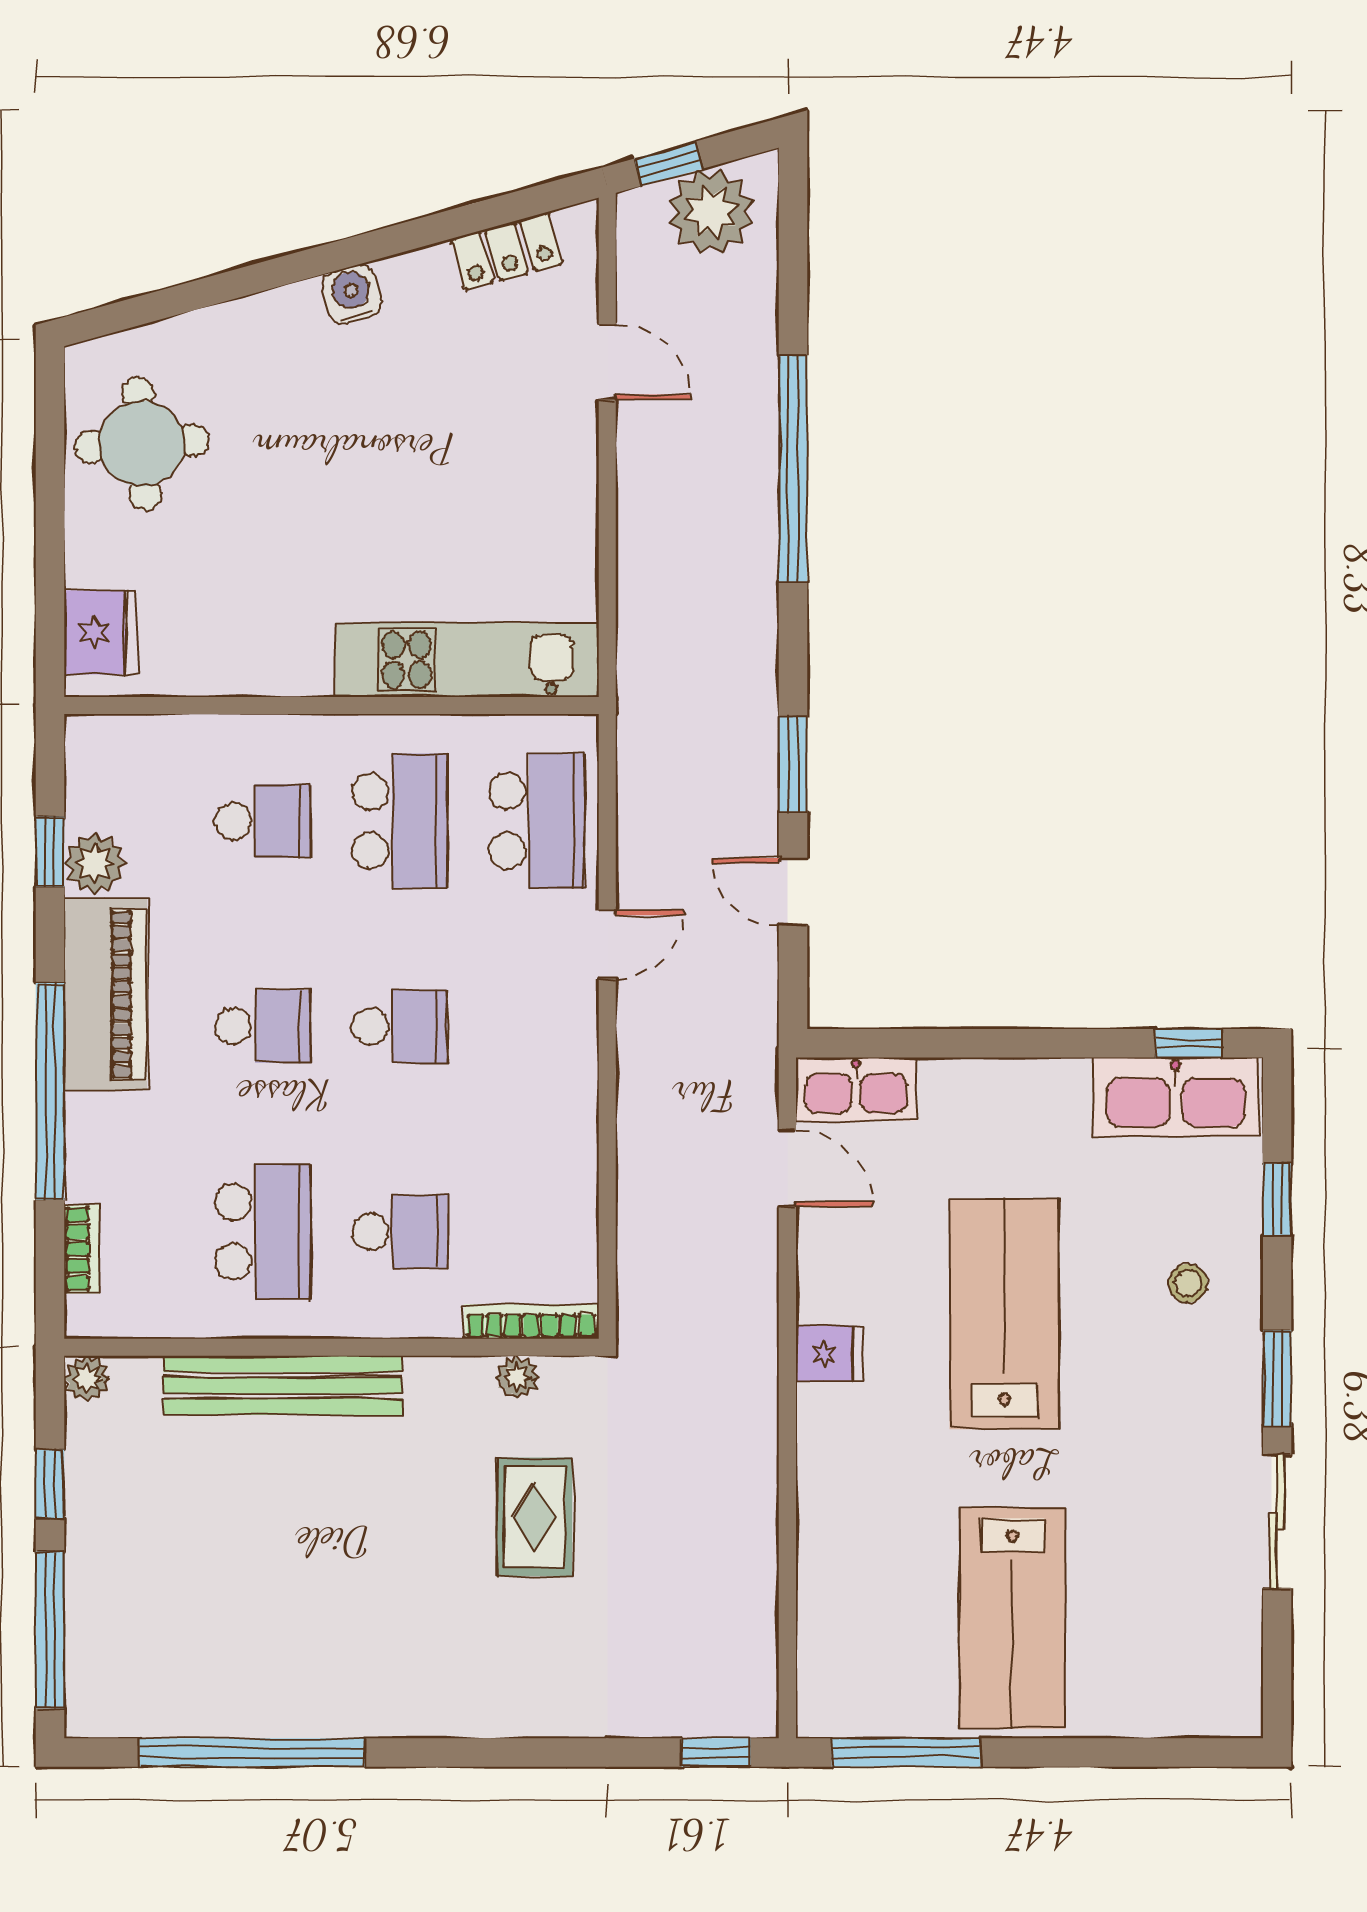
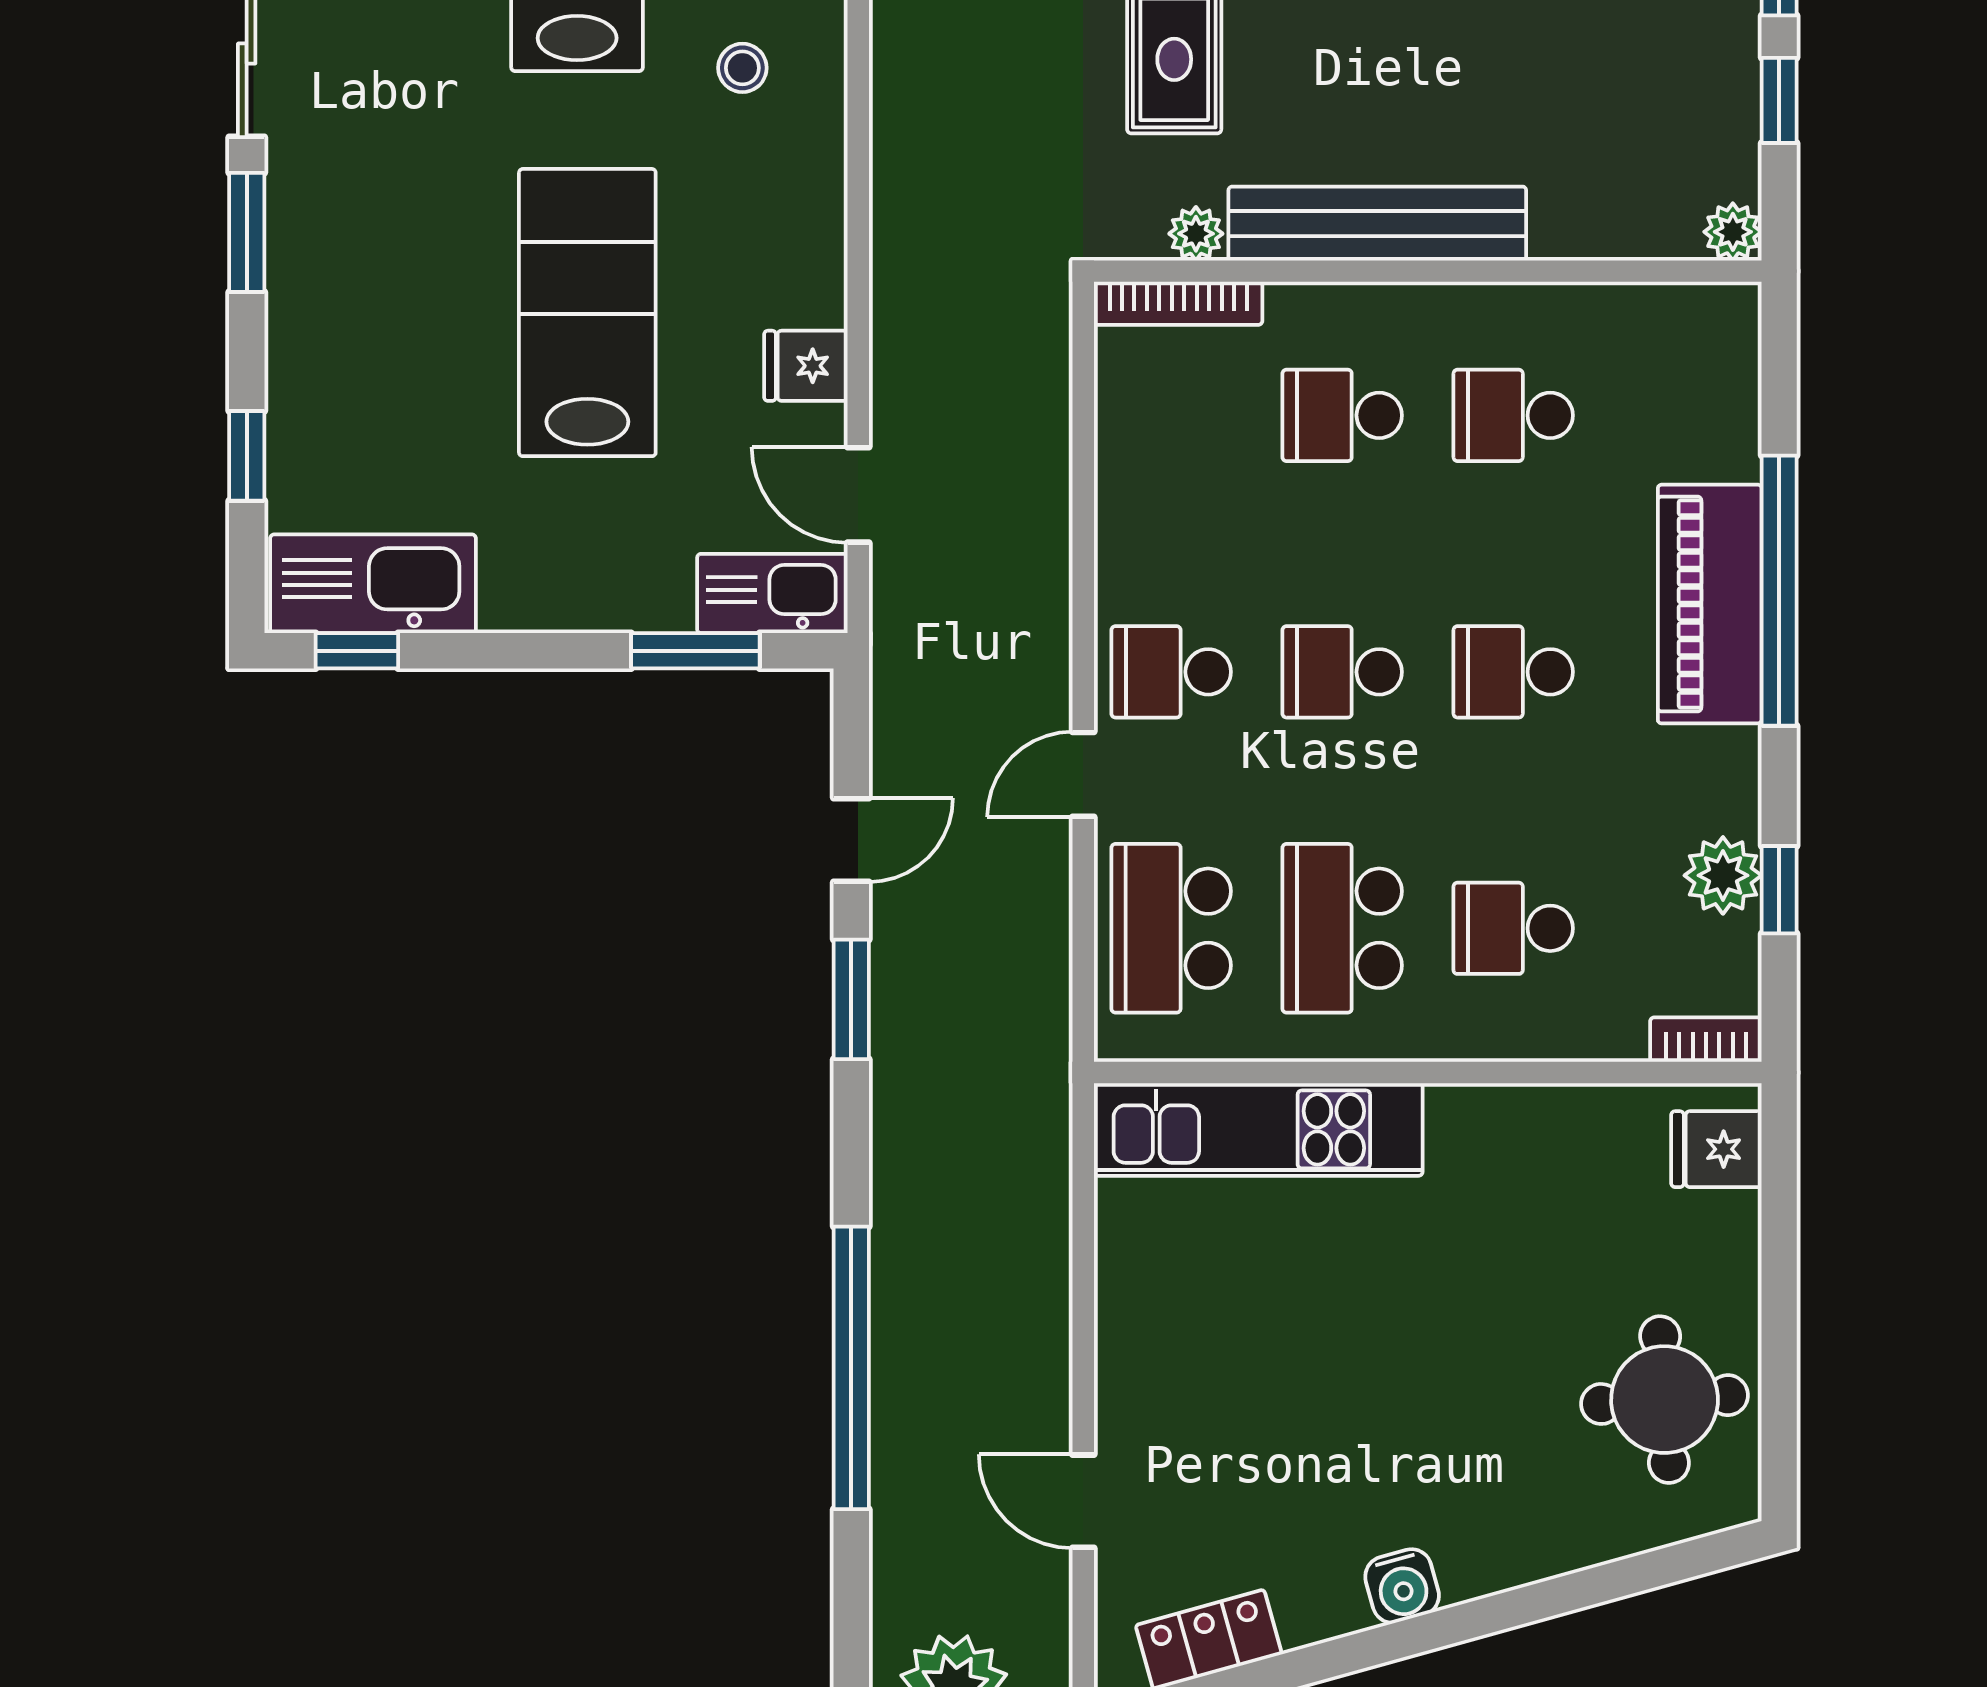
fridge: (100, 632) -> (1716, 1149), width x0.72
door: (793, 892) -> (851, 840), hinge flipped
piano: (106, 994) -> (1710, 604), moved
school desk: (537, 1026) -> (1171, 672), added
window: (918, 1043) -> (695, 651), added
school desk: (263, 1232) -> (1513, 415), width x0.54
bookcase: (82, 1249) -> (1706, 1040), moved, turned 90
stool: (1188, 1283) -> (742, 68), moved
lab bench: (1004, 1314) -> (587, 313), turned 180
fridge: (829, 1354) -> (806, 366), moved
bench: (283, 1385) -> (1377, 224), moved

